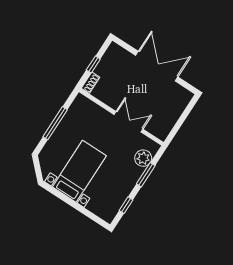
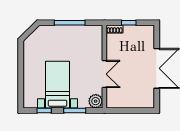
plant: (143, 158) -> (96, 101), moved
bed with nightstands: (79, 171) -> (58, 85), moved, turned -90

